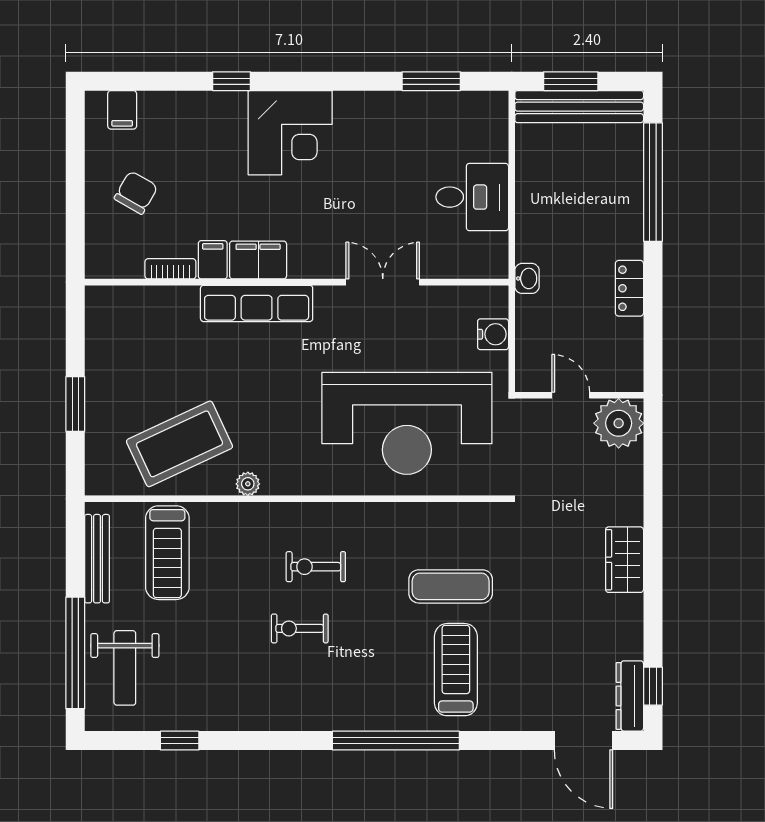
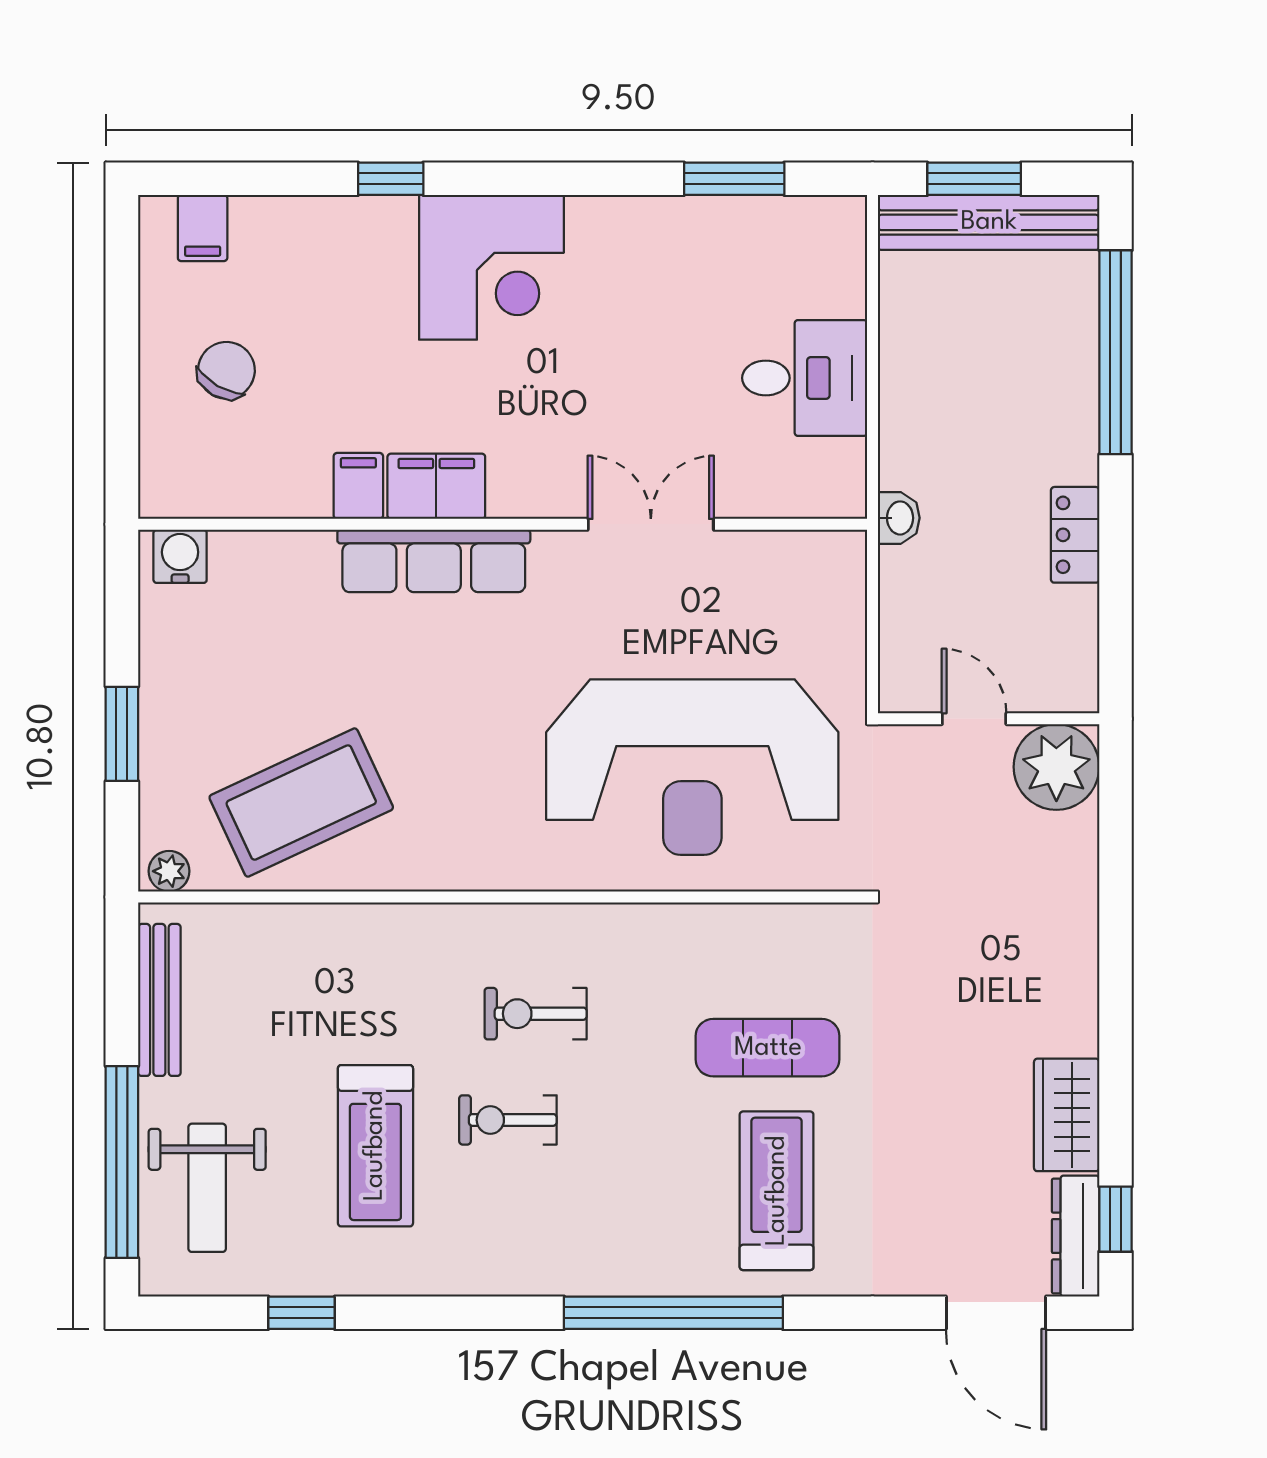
bookcase: (170, 269) -> (286, 501), removed
water cooler: (493, 334) -> (180, 556), moved, turned -90
plant: (248, 484) -> (169, 871), moved
treadmill: (167, 553) -> (375, 1146), moved
wardrobe: (625, 560) -> (1067, 1115), moved

